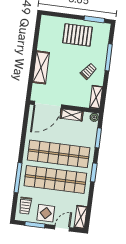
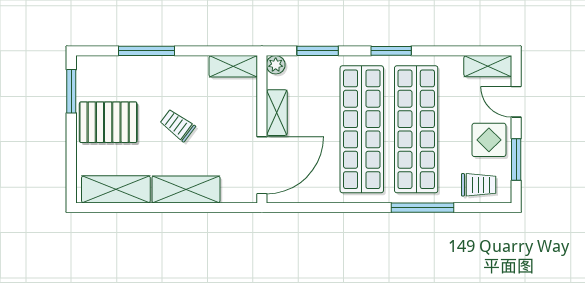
shelving: (45, 34) -> (116, 189), added
pallet: (77, 35) -> (108, 122), turned 90
trolley: (88, 71) -> (178, 125), moved
door: (48, 105) -> (262, 165), hinge flipped

